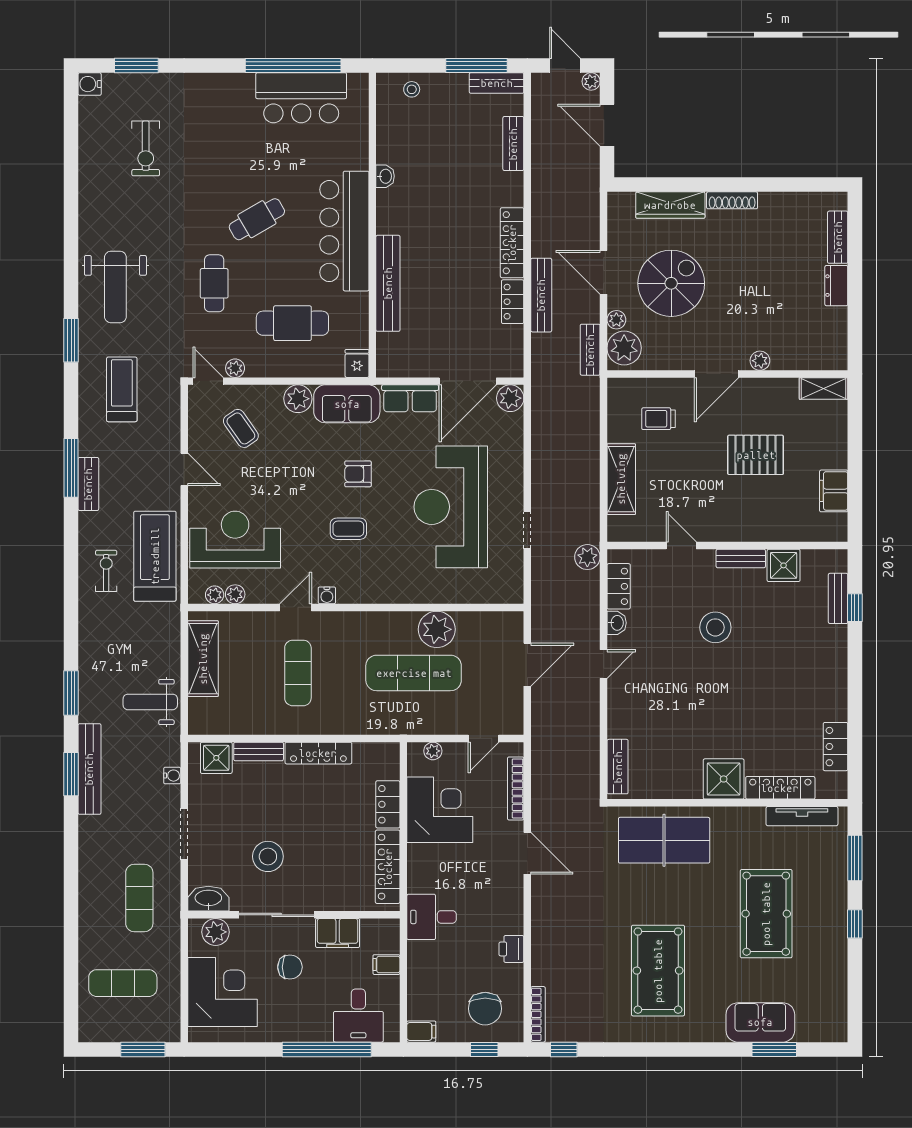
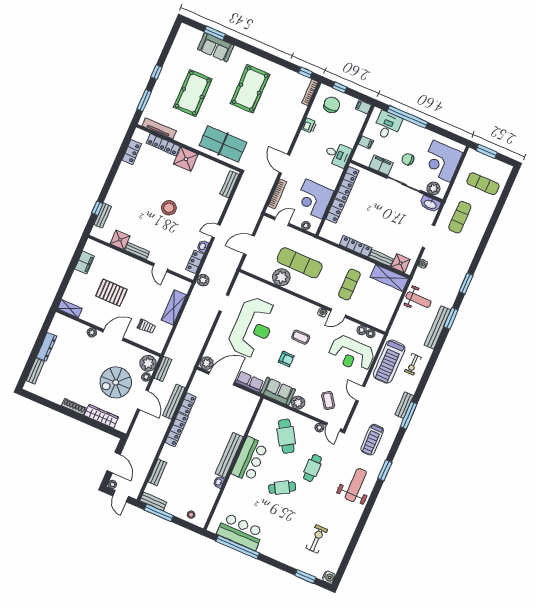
bar counter: (344, 231) -> (250, 459), width x0.73
bench: (388, 283) -> (229, 455), moved
dresser: (836, 286) -> (47, 347), width x1.44
cafe table: (292, 323) -> (286, 436), turned 58
fridge: (357, 363) -> (266, 407), removed
stool: (715, 627) -> (169, 208), moved
shelving: (203, 659) -> (389, 278), moved, turned 90
bench: (89, 769) -> (438, 327), moved
stool: (268, 856) -> (397, 211), removed

